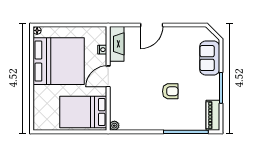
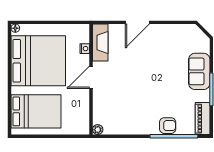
sofa: (210, 58) -> (199, 71), moved
armchair: (170, 91) -> (168, 126), moved
bed: (83, 112) -> (36, 111), moved, turned 180

